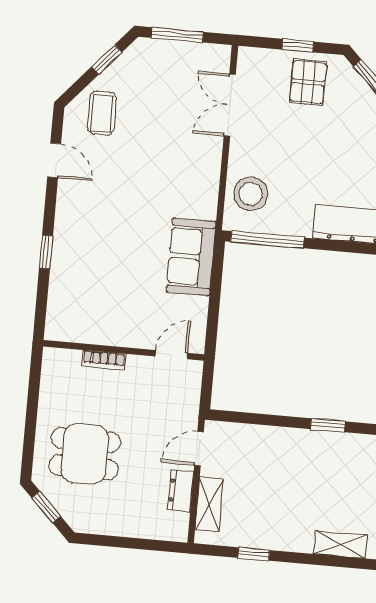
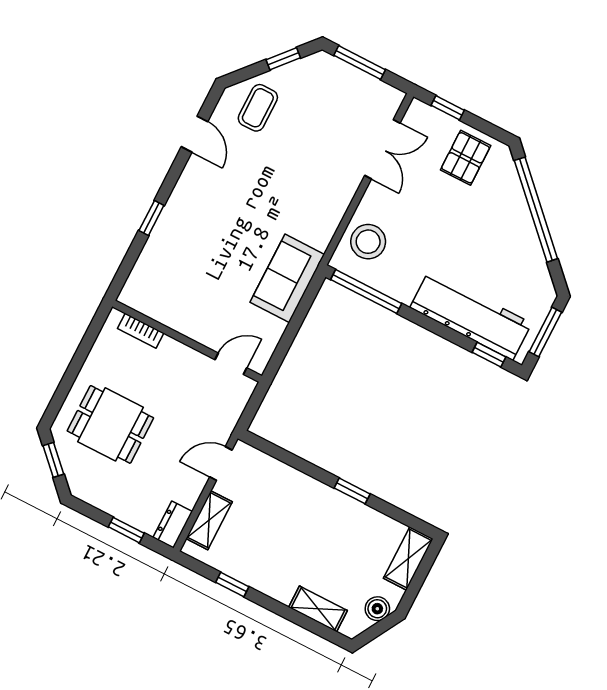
window: (298, 46) -> (448, 108), moved
double door: (230, 105) -> (382, 149), swing flipped
bookcase: (104, 360) -> (141, 331), moved
dresser: (181, 491) -> (173, 525), moved
window: (138, 544) -> (126, 530), added

